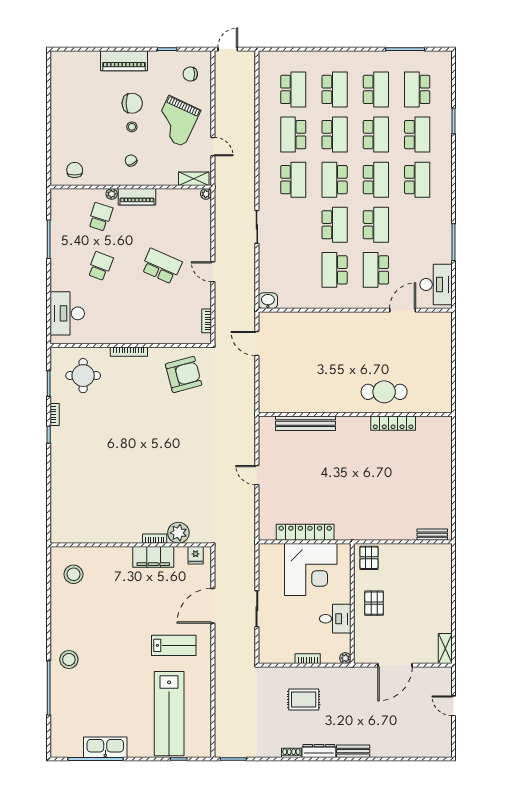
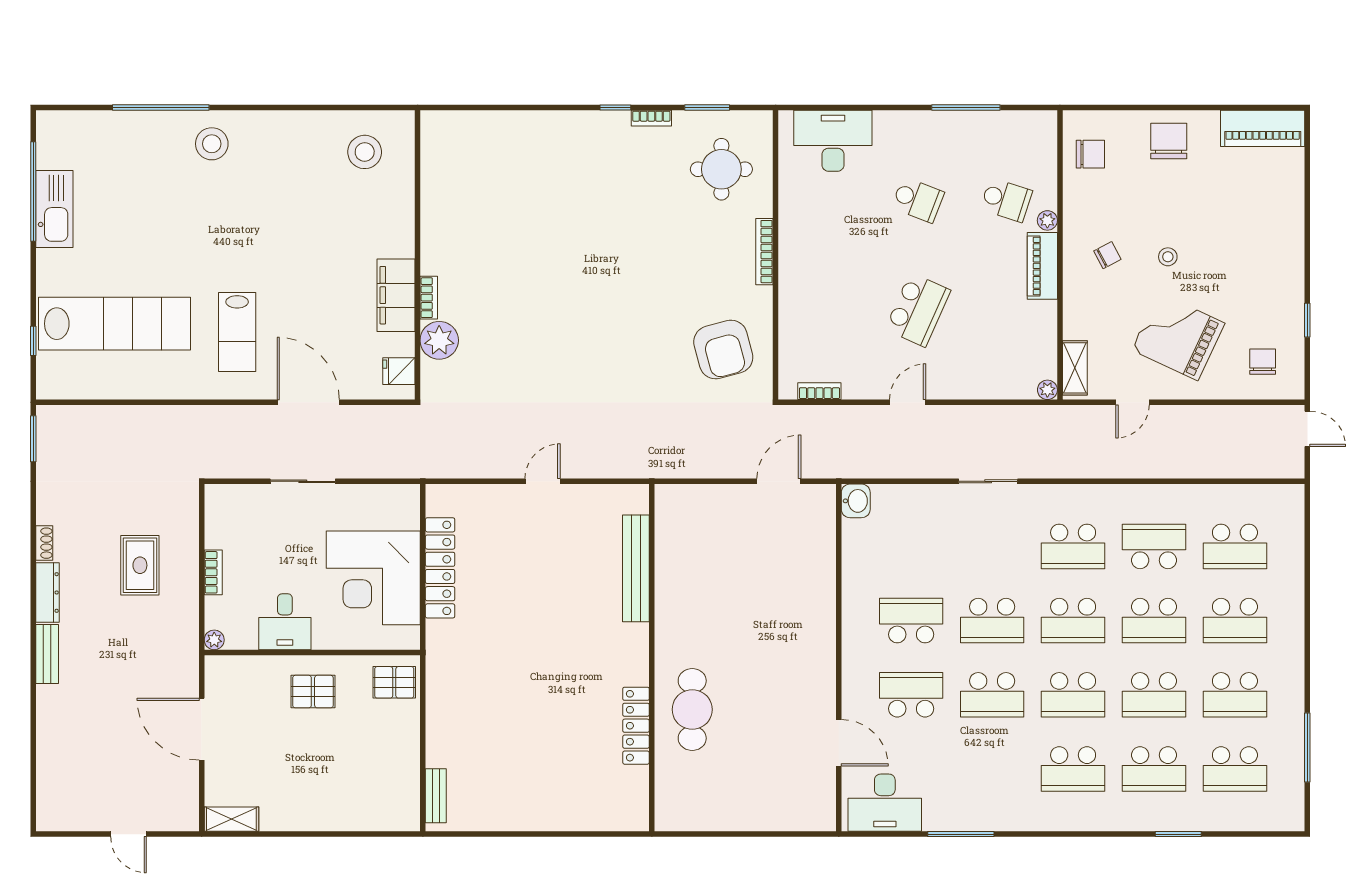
piano: (124, 61) -> (1263, 128), moved, turned -90
school desk: (417, 89) -> (1235, 769), turned 180
chair: (132, 103) -> (1169, 141), moved, turned 180
school desk: (335, 180) -> (1073, 621), turned 180
door: (453, 706) -> (128, 834), swing flipped
lab bench: (169, 714) -> (115, 324), turned 180

